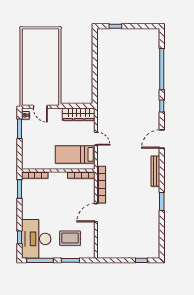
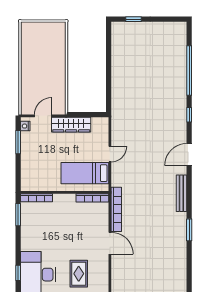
door: (40, 107) -> (43, 116), swing flipped
wardrobe: (79, 114) -> (71, 125), moved
door: (96, 139) -> (110, 154), hinge flipped
door: (96, 213) -> (110, 243), swing flipped
rug: (70, 238) -> (79, 274), turned 90

